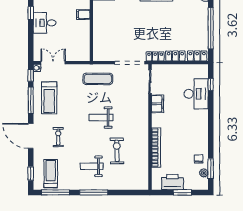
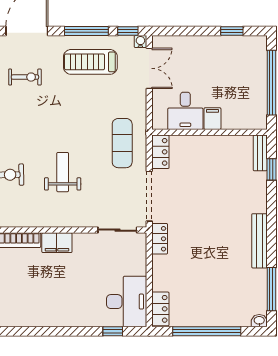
filing cabinet: (83, 14) -> (212, 119), moved
desk: (45, 23) -> (185, 111), moved, turned 180
locker: (175, 56) -> (160, 152), moved
desk: (196, 94) -> (127, 302), moved, turned -90
filing cabinet: (158, 104) -> (57, 243), moved
weight bench: (101, 118) -> (63, 172), moved

